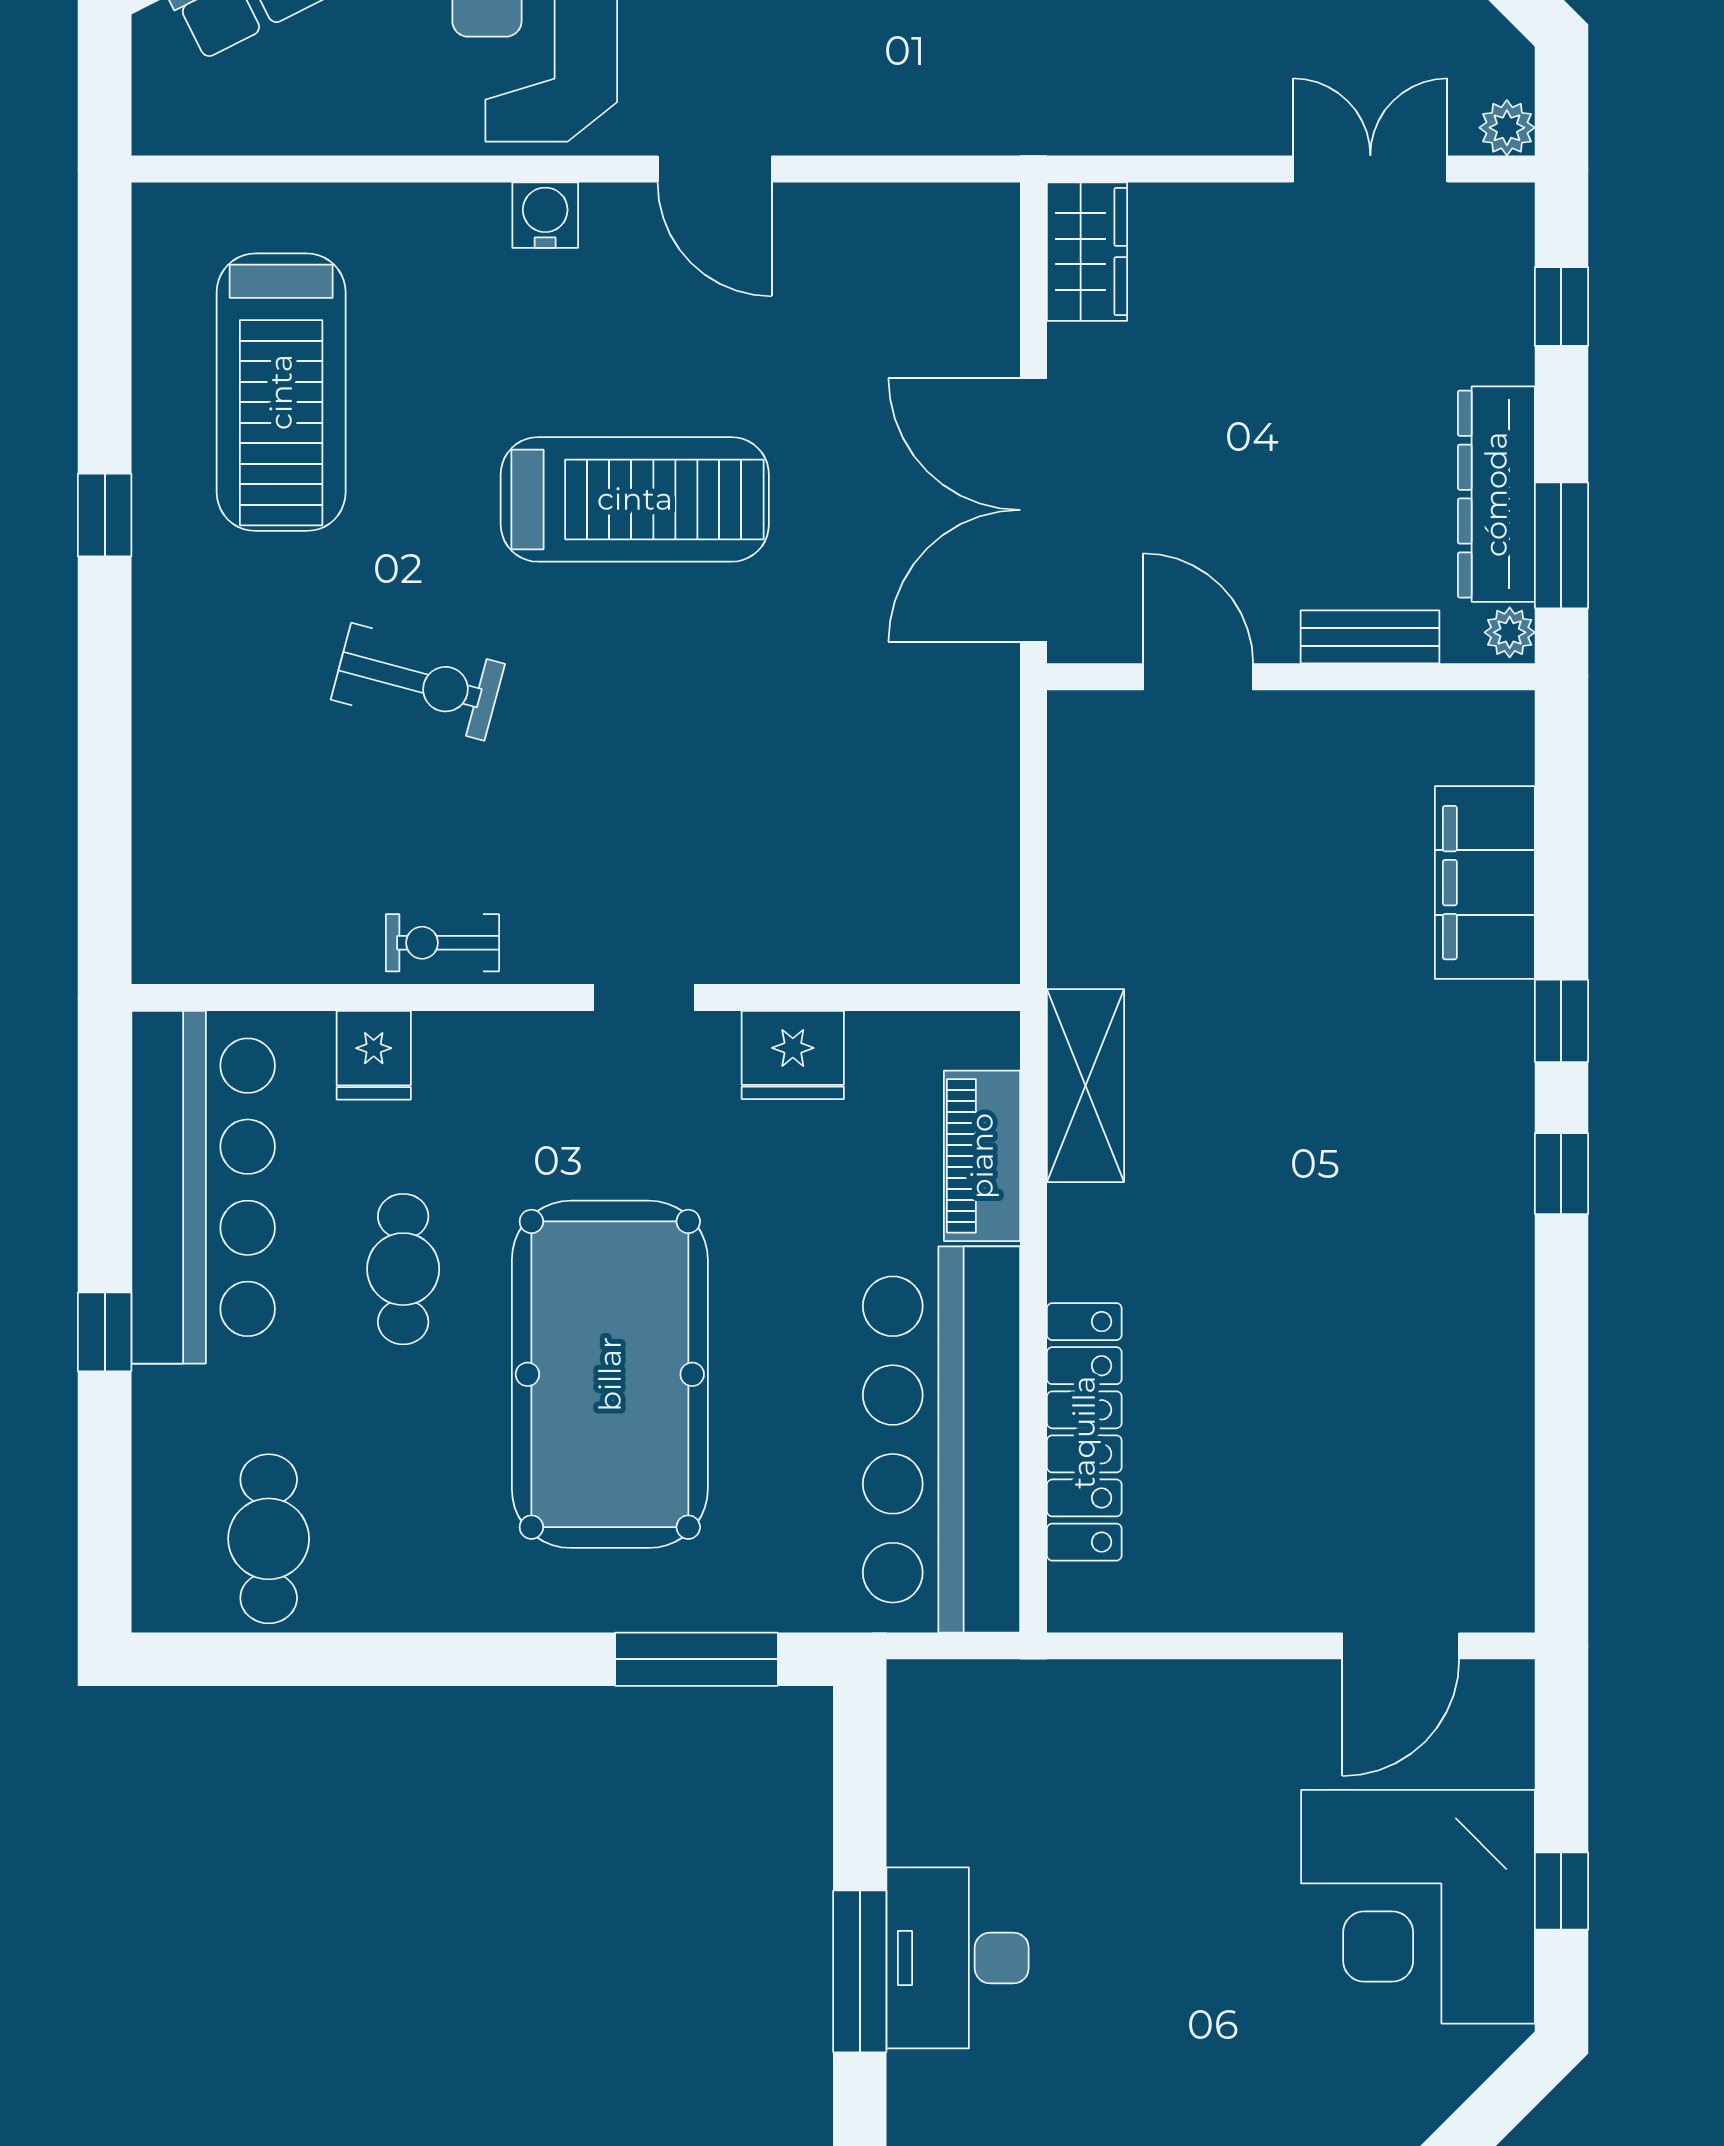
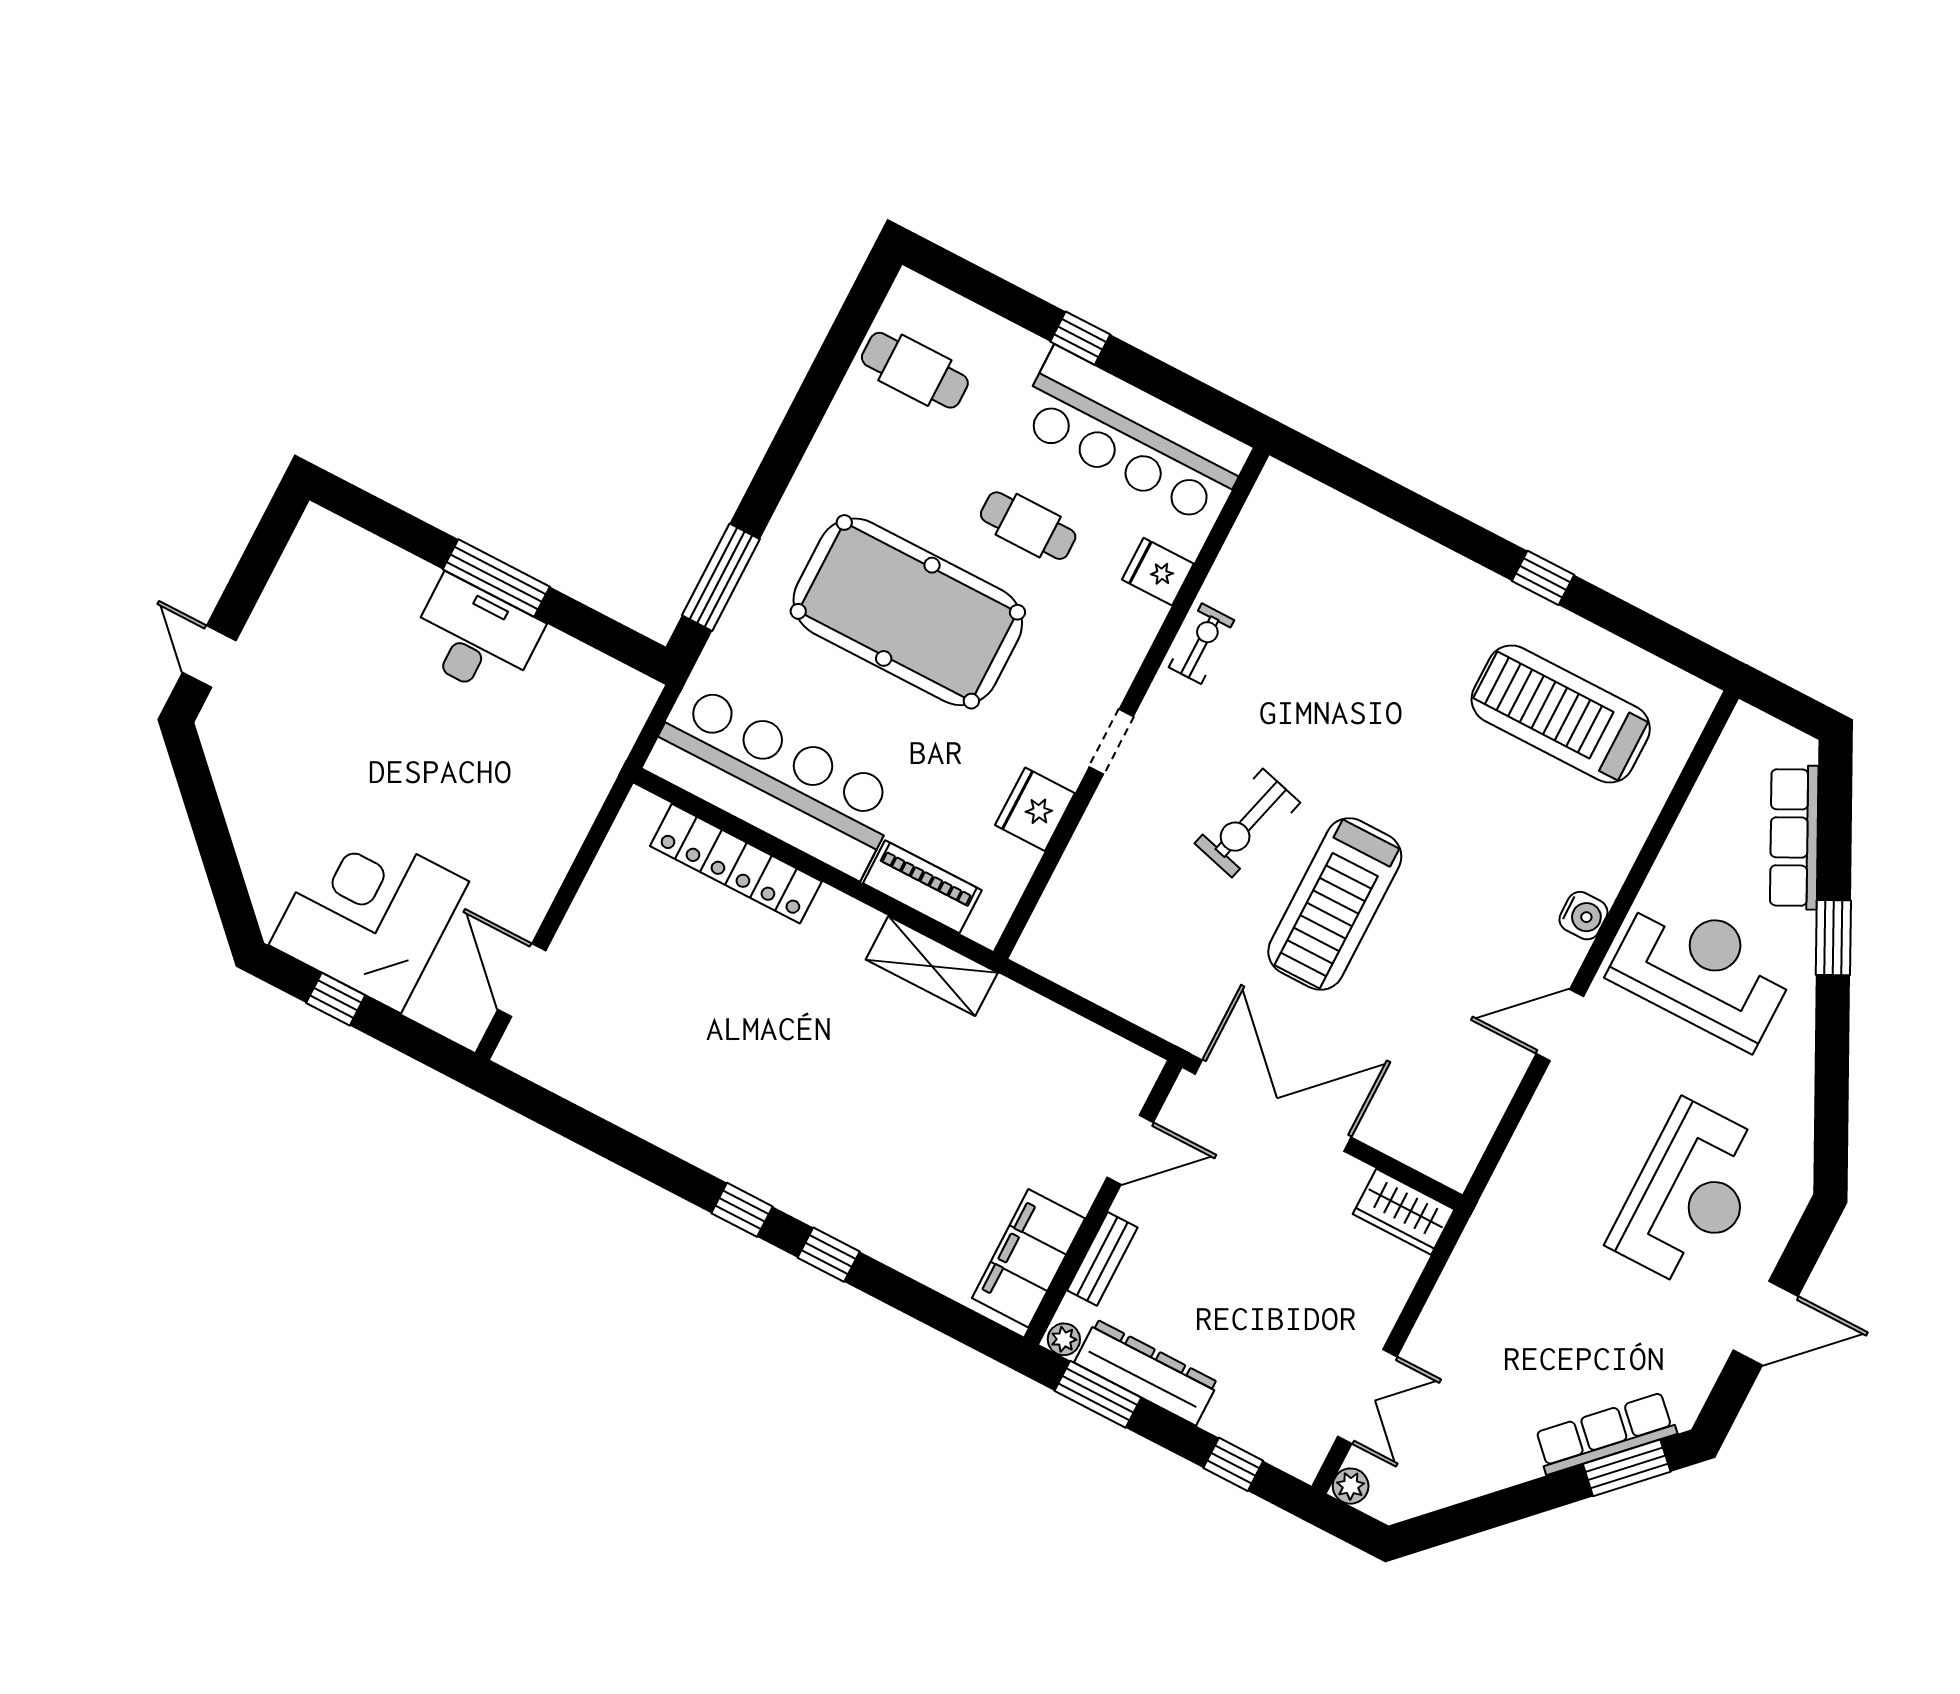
treadmill: (635, 499) -> (1335, 904), moved
exercise bike: (418, 682) -> (1247, 823), moved
filing cabinet: (1485, 883) -> (1028, 1258), moved, turned -90

